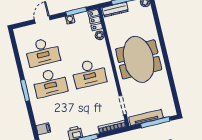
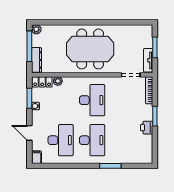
window: (25, 90) -> (110, 166), moved
tv unit: (146, 118) -> (148, 60), width x0.71
window: (155, 122) -> (155, 47), width x0.69
filing cabinet: (43, 129) -> (36, 157), moved

